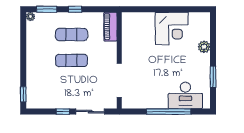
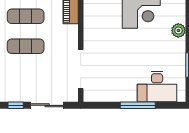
window: (169, 112) -> (138, 105), width x0.68

